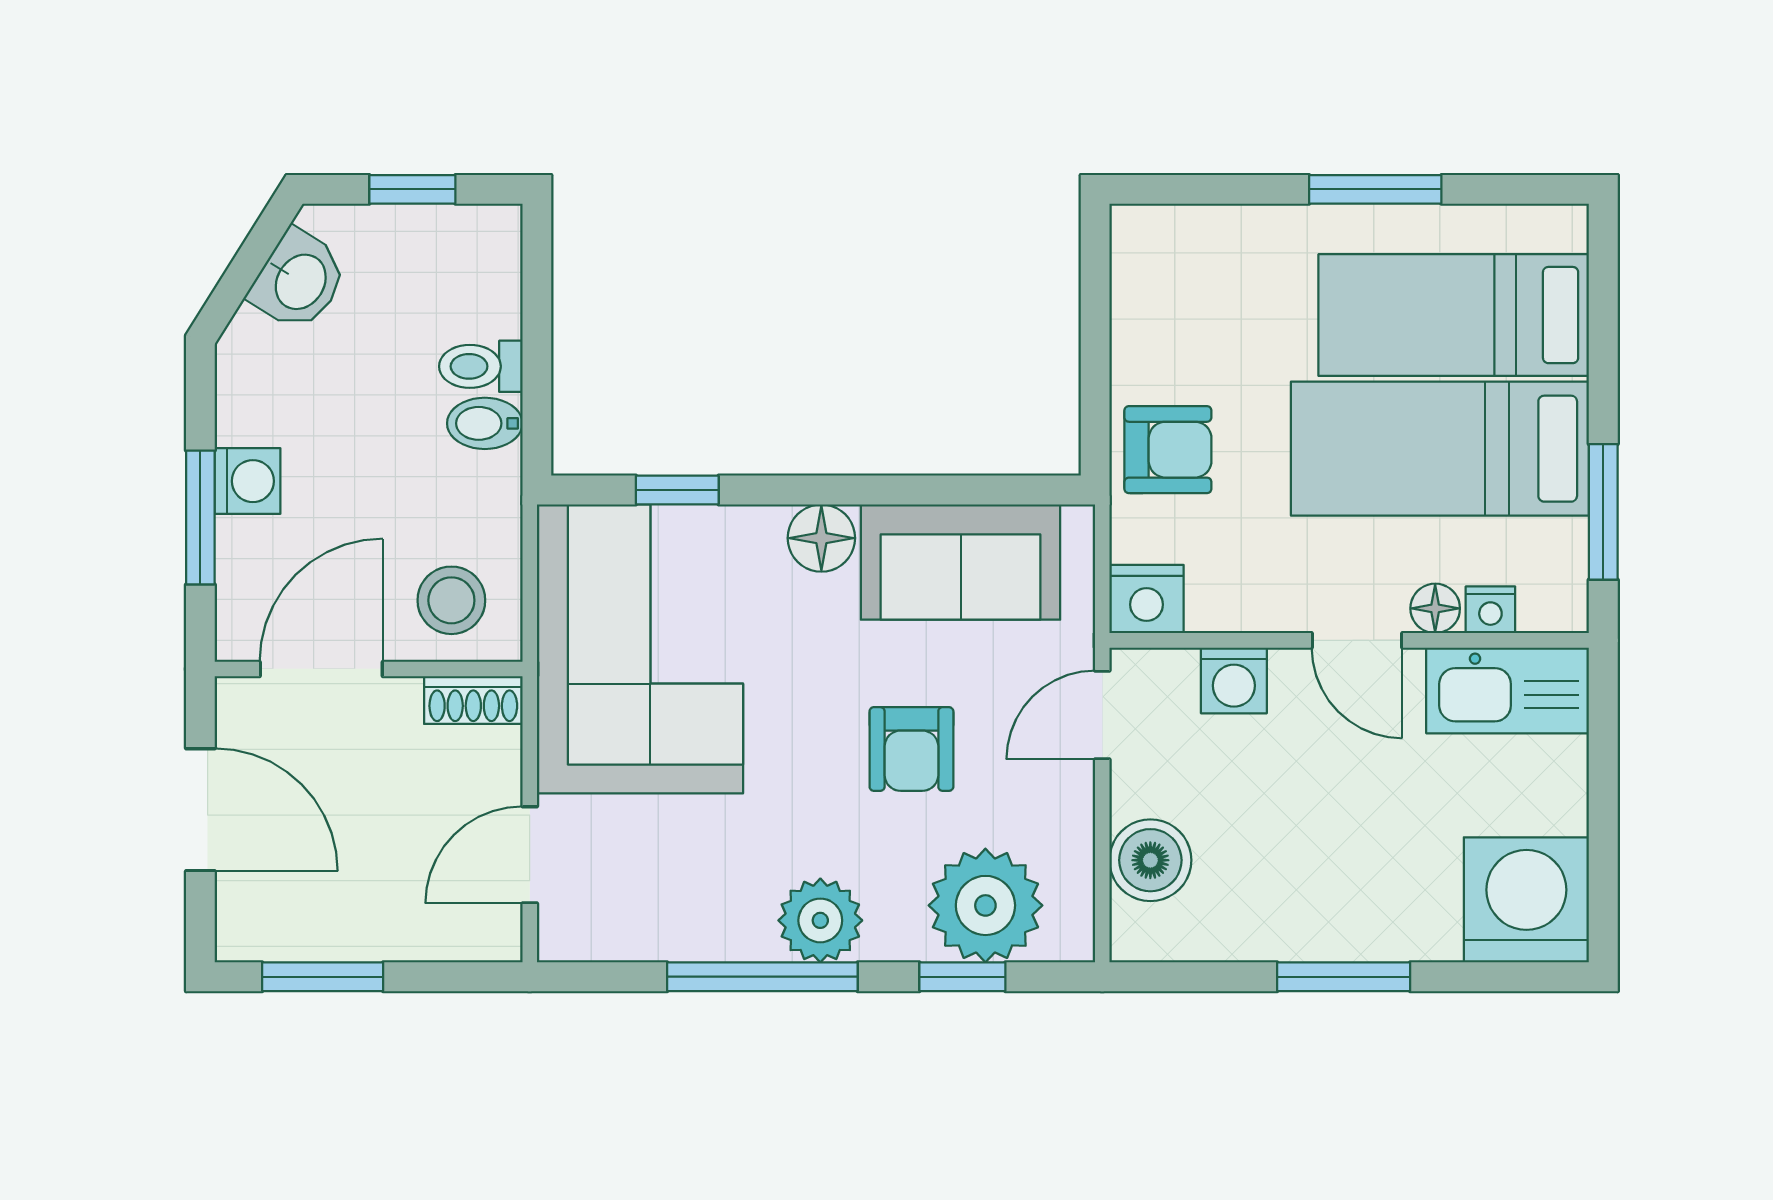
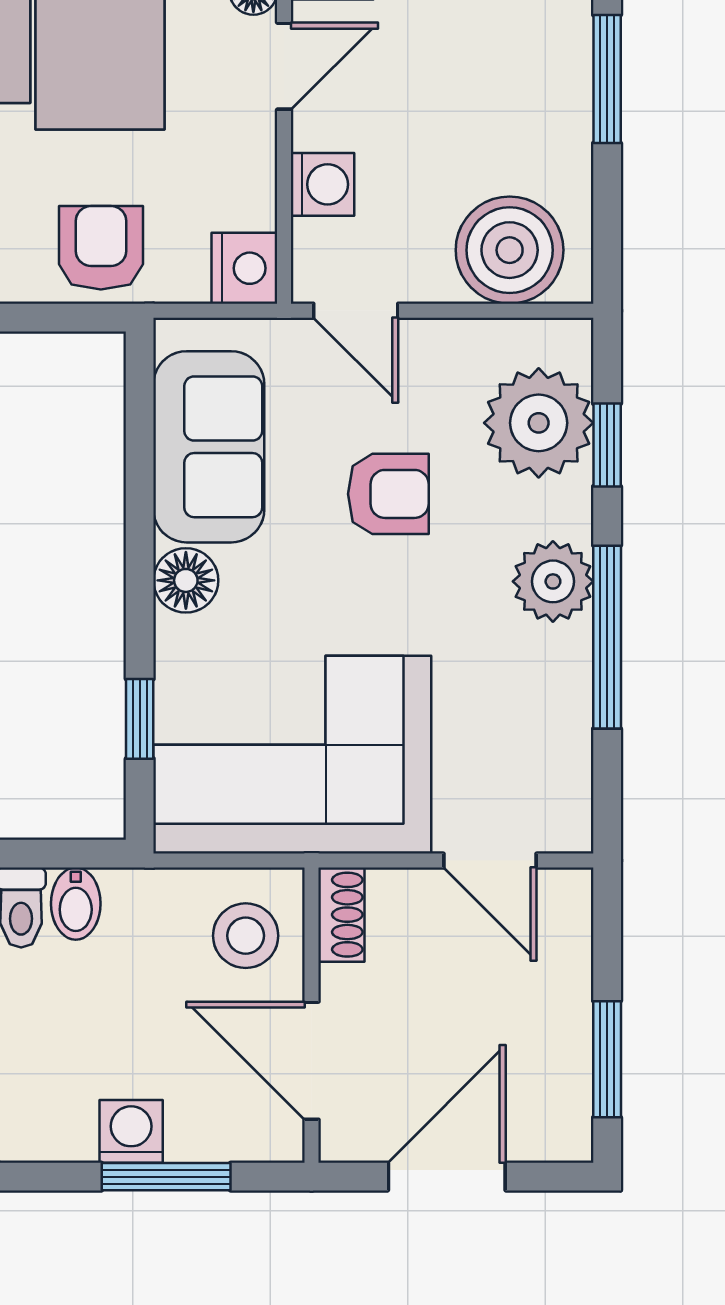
boiler: (1150, 860) -> (510, 250), width x1.37, depth x1.37

